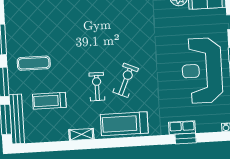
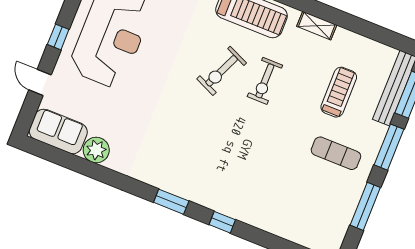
treadmill: (49, 101) -> (339, 92), turned -90

